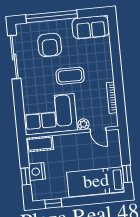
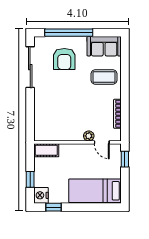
coffee table: (70, 76) -> (104, 77), moved
corner sofa: (50, 114) -> (58, 124), removed
nightstand: (37, 172) -> (41, 195), moved
window: (127, 174) -> (125, 159), moved

